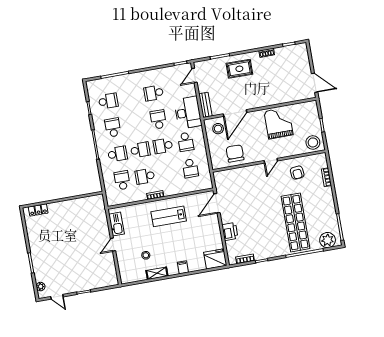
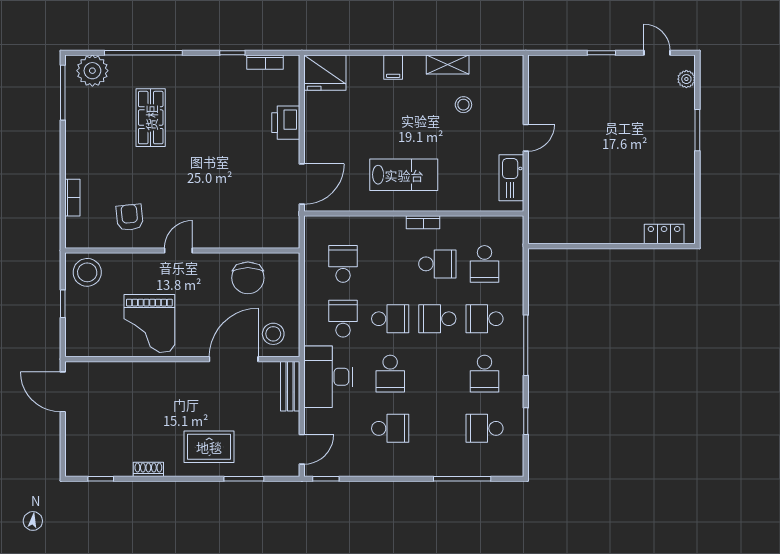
shop shelf: (295, 222) -> (151, 118), width x0.50, depth x0.74

